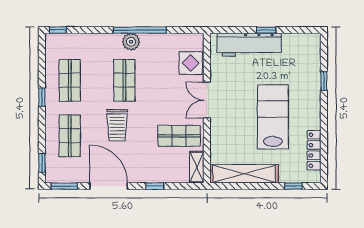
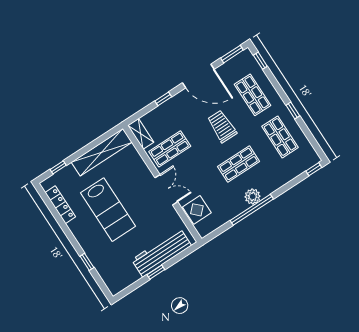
shop shelf: (124, 80) -> (239, 164), turned 90

